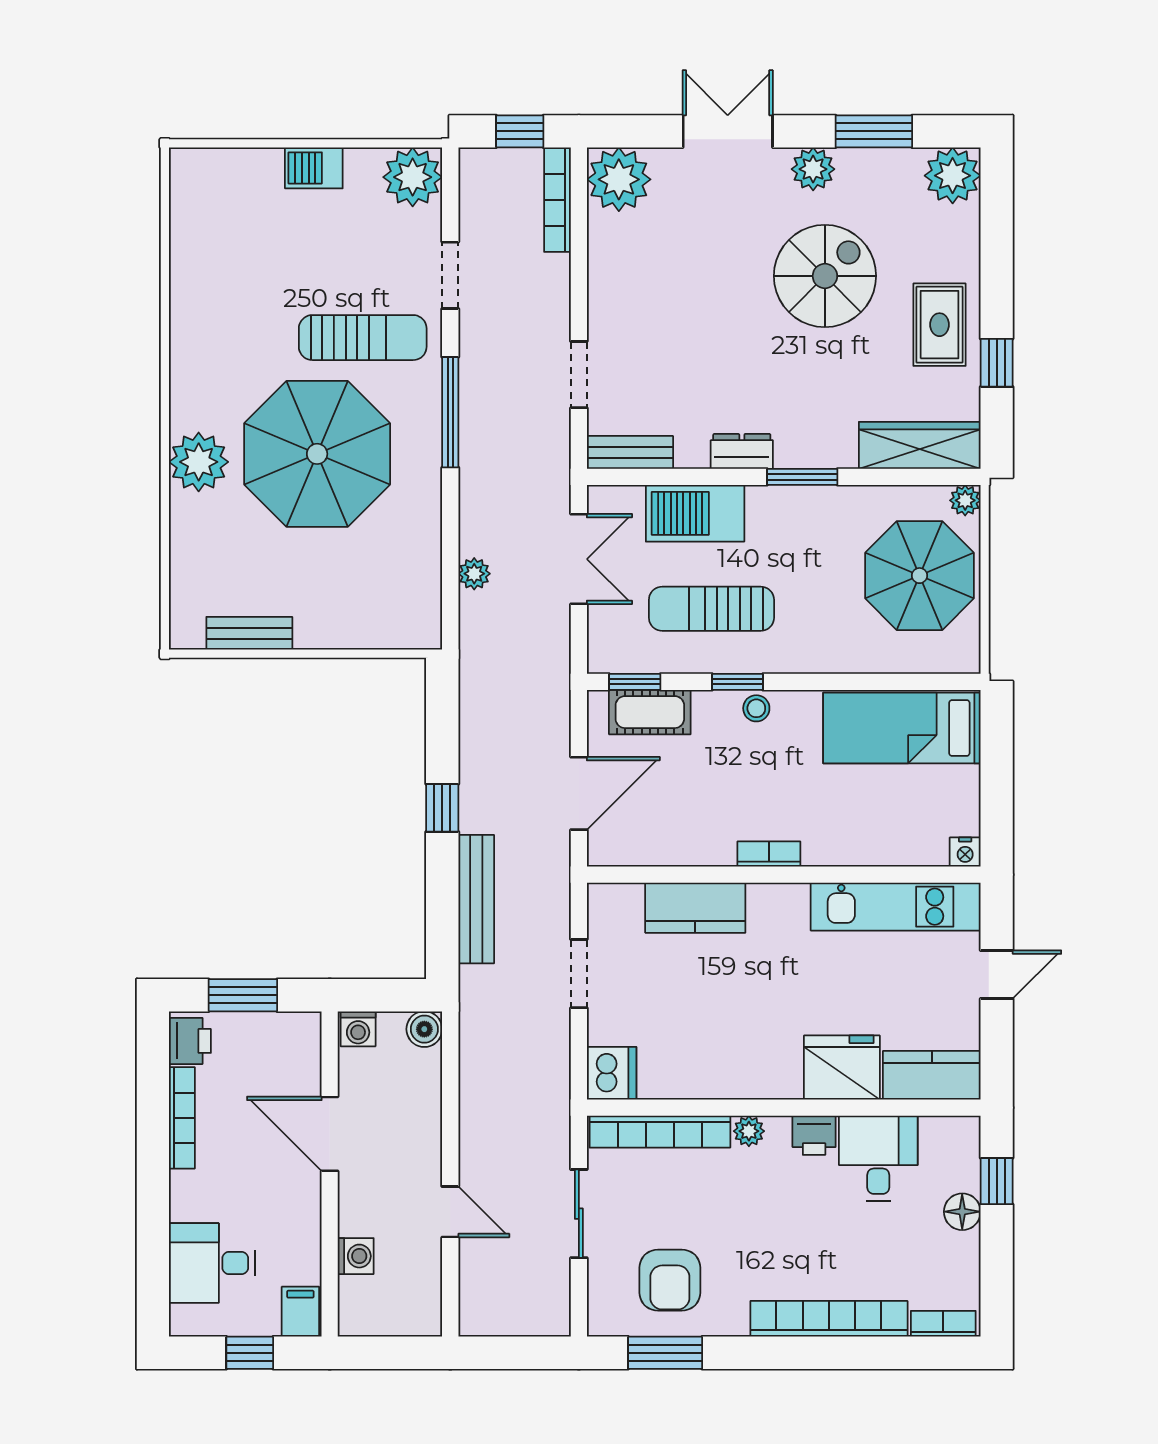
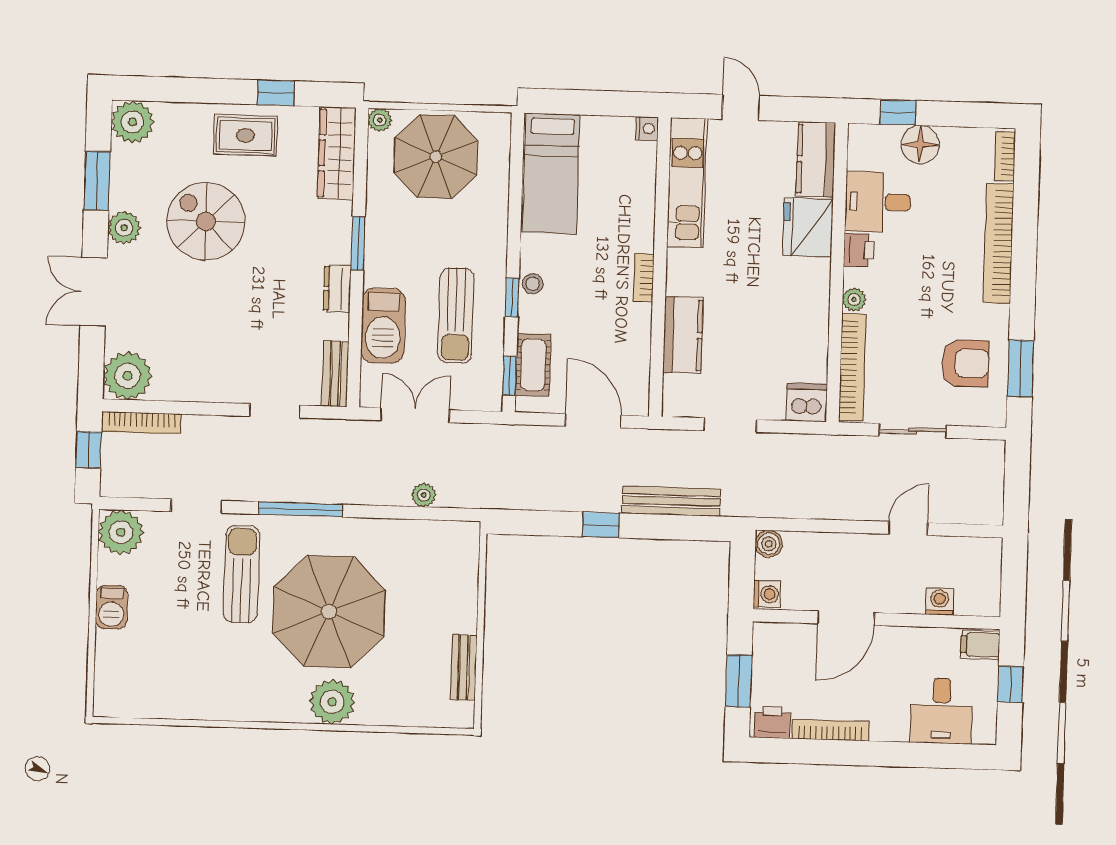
floor lamp: (962, 1212) -> (920, 145), width x1.38, depth x1.38

